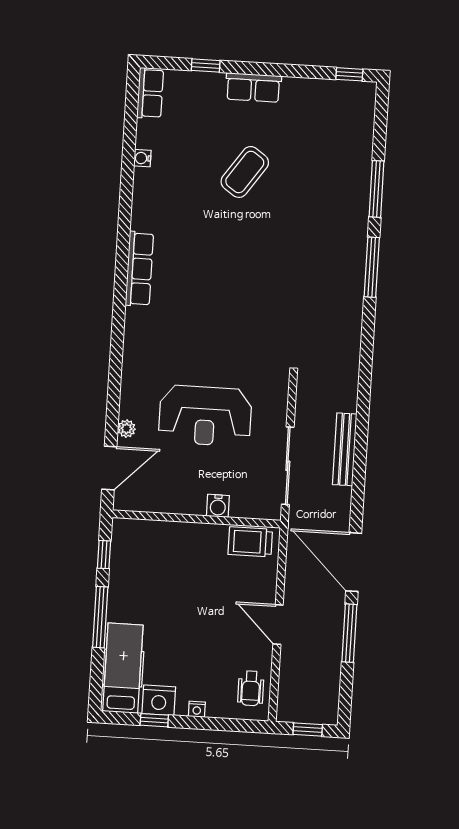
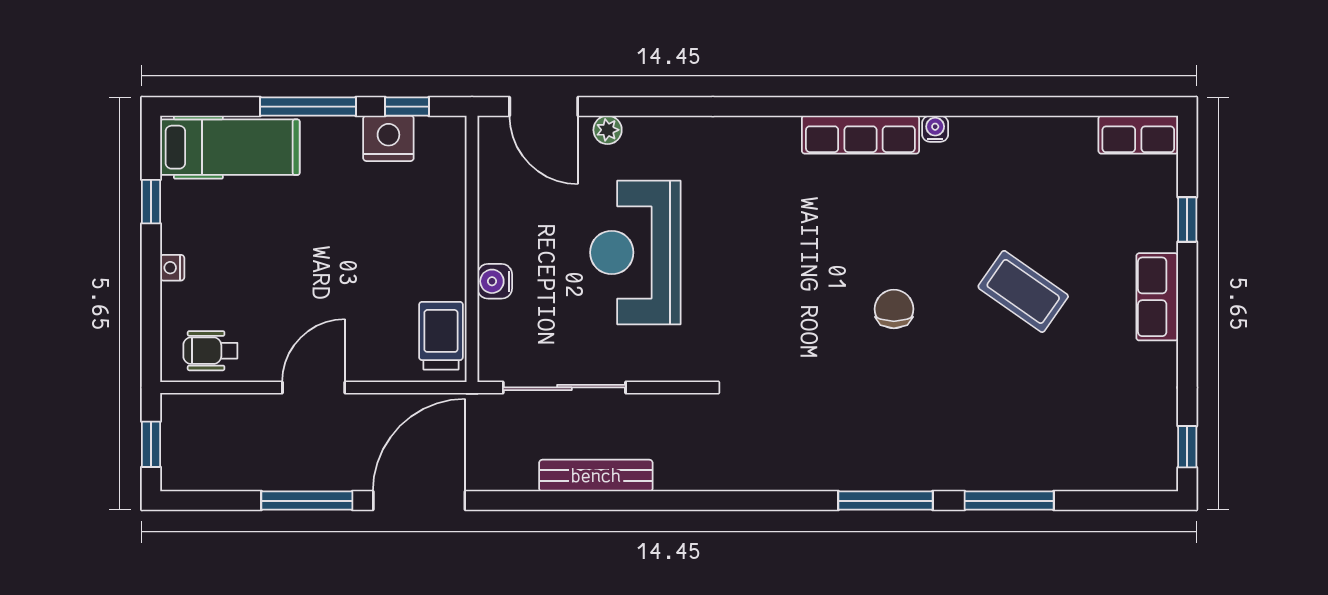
water cooler: (142, 158) -> (935, 129), moved
chair: (251, 254) -> (894, 309), added
nightstand: (159, 700) -> (388, 138), moved, turned 90

